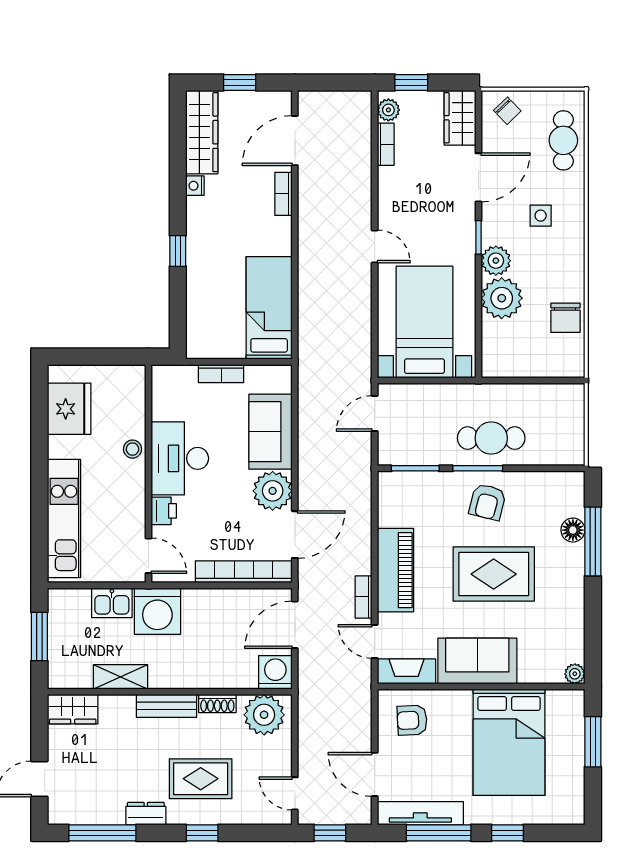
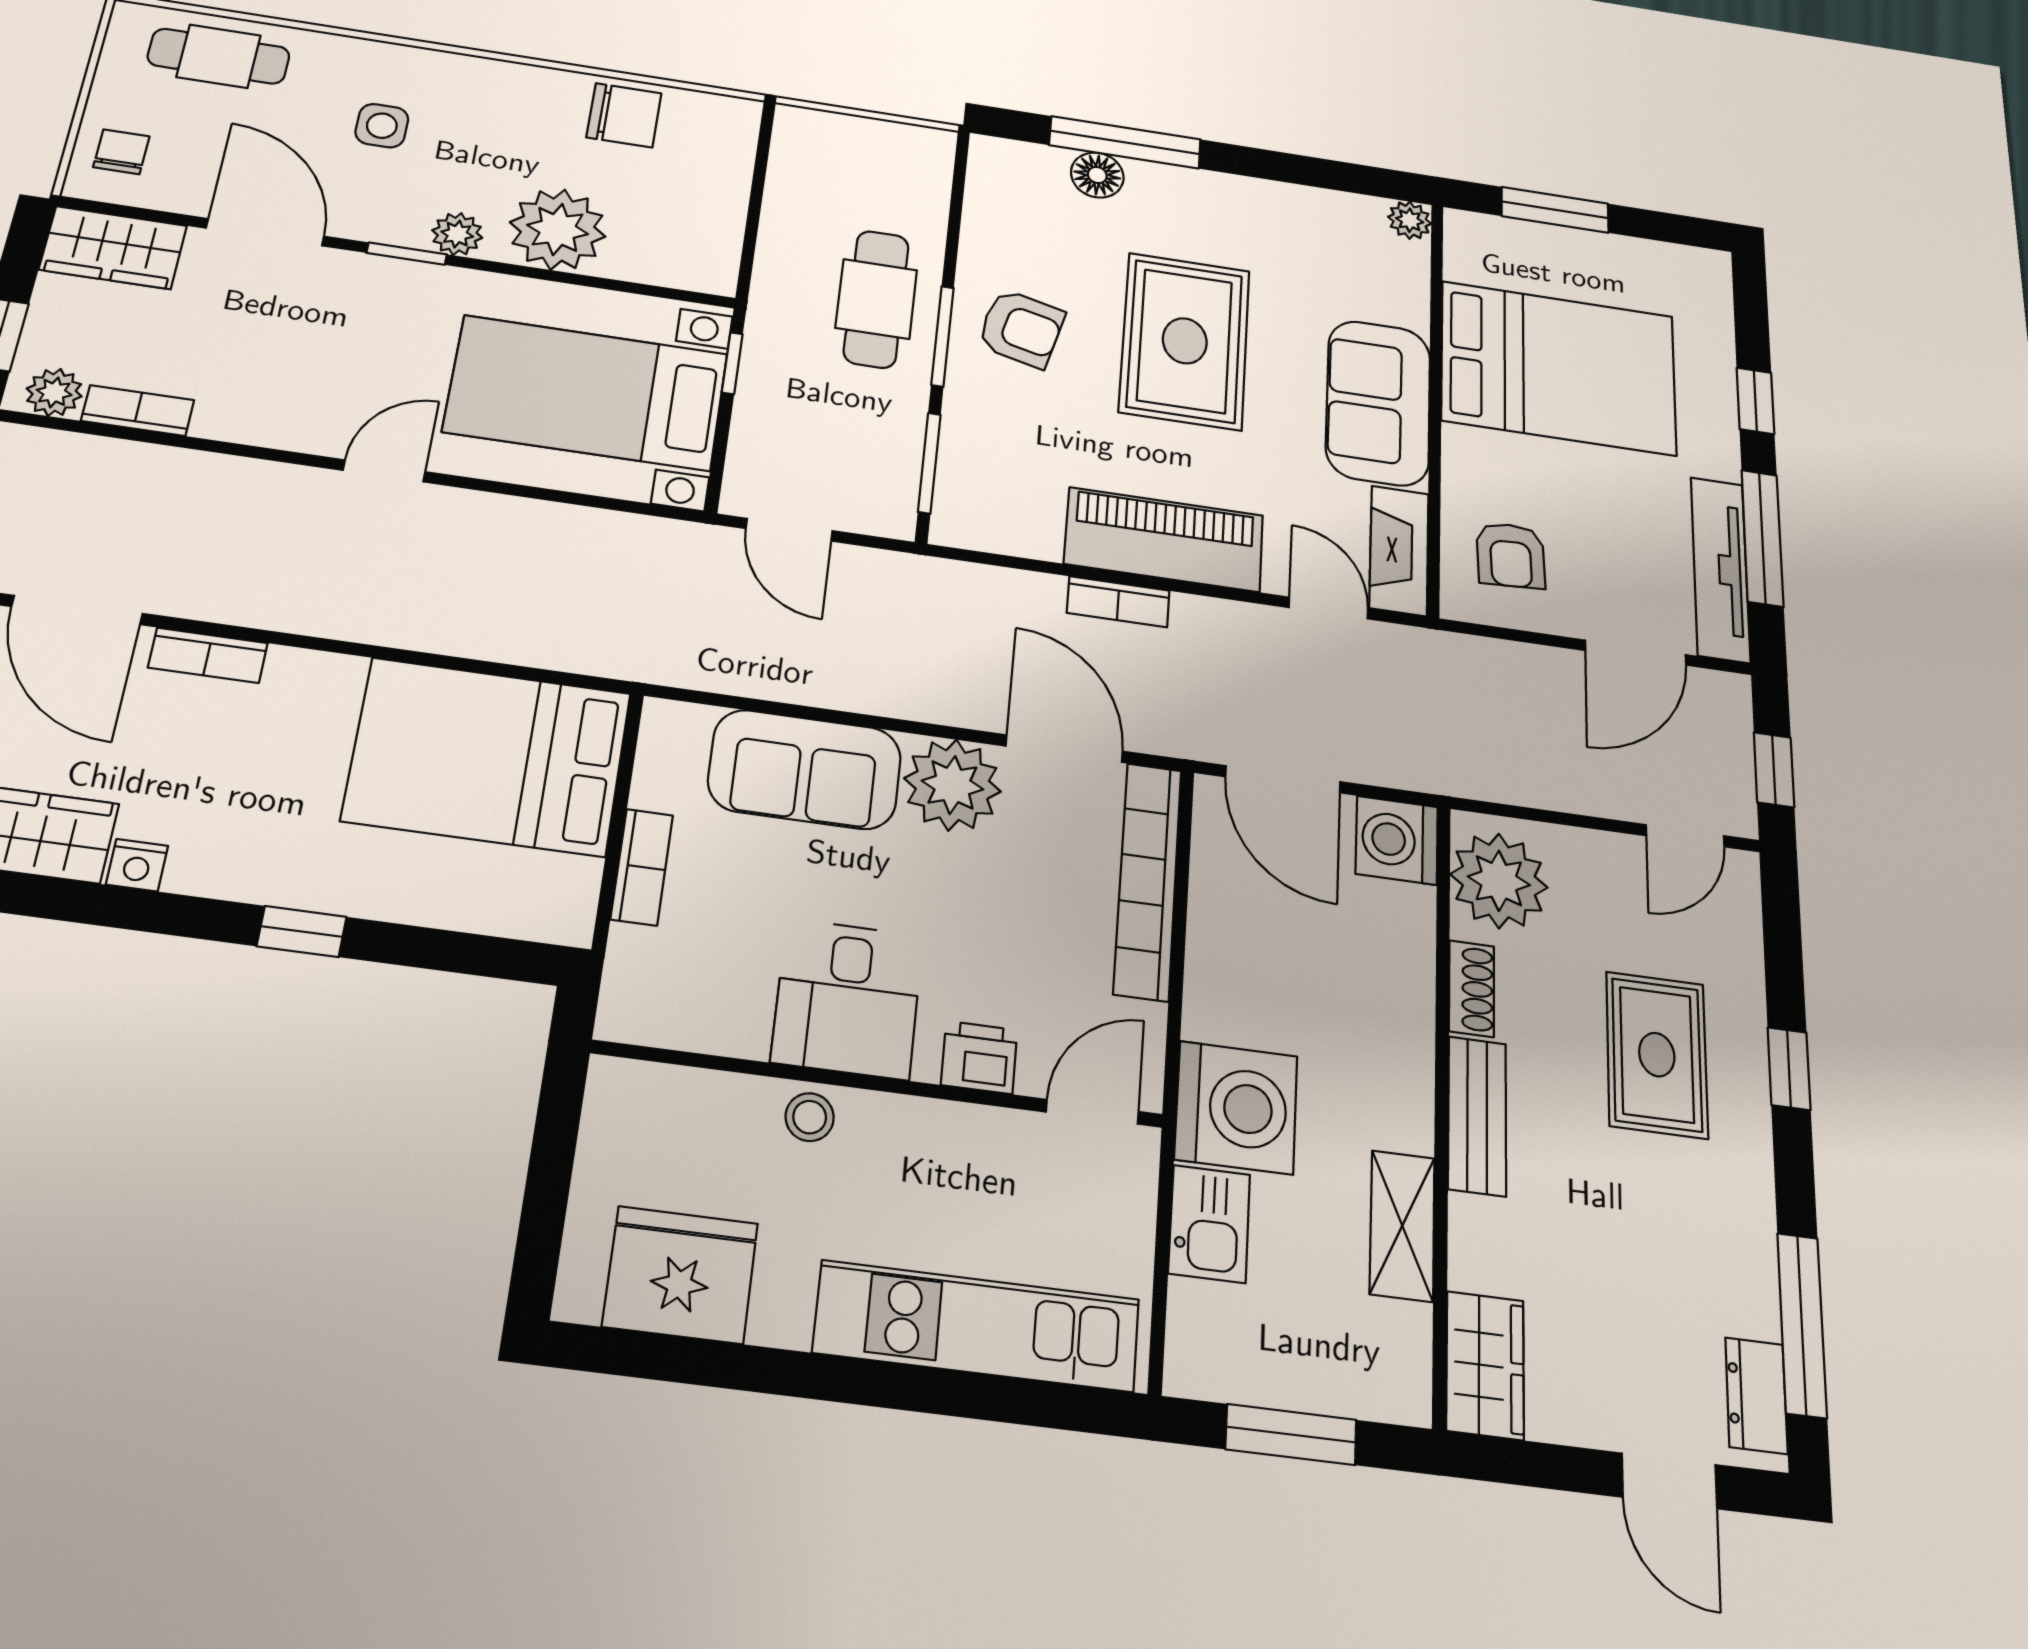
chair: (507, 111) -> (121, 152), turned -46
plant: (496, 261) -> (457, 234), width x0.73, depth x0.73
bed: (269, 308) -> (488, 756), width x1.50
window: (449, 381) -> (732, 363), added
desk: (180, 458) -> (847, 999), width x0.73
bookcase: (364, 597) -> (1118, 602), moved
door: (375, 641) -> (1328, 608), swing flipped
dresser: (146, 814) -> (1756, 1396), moved

